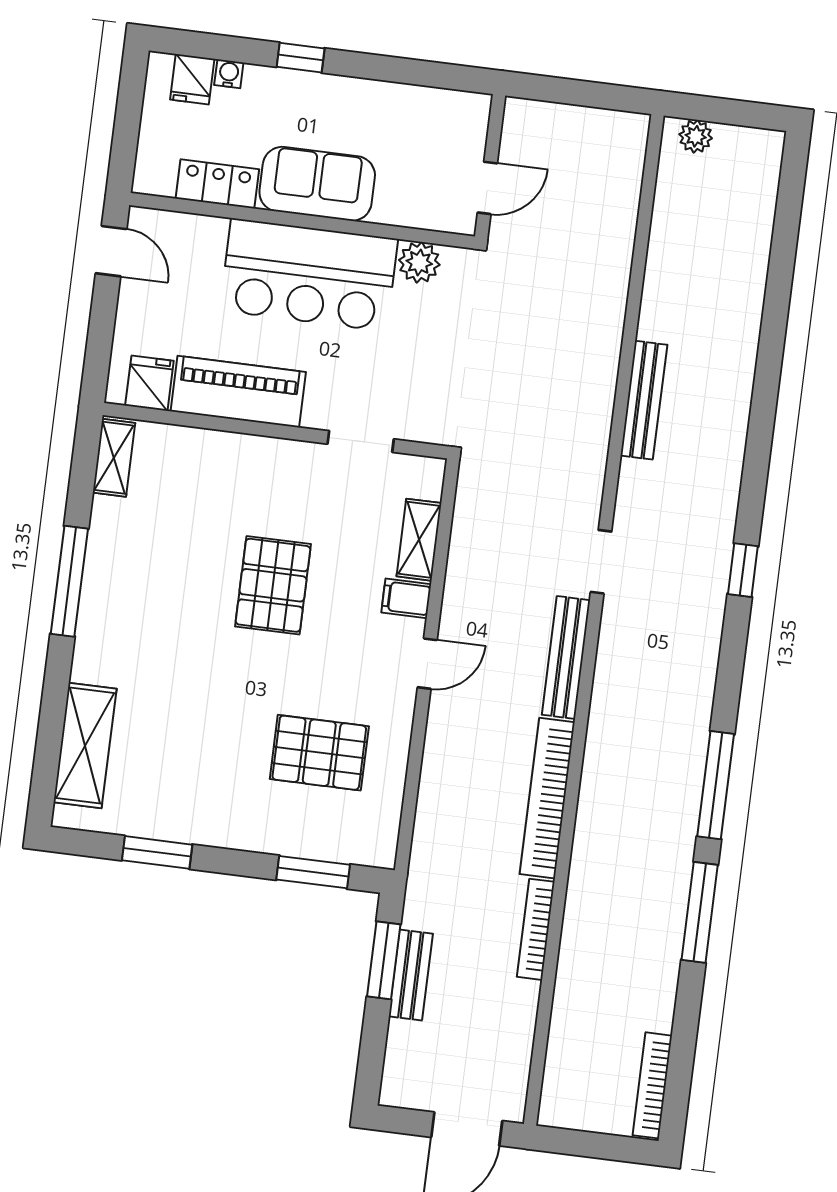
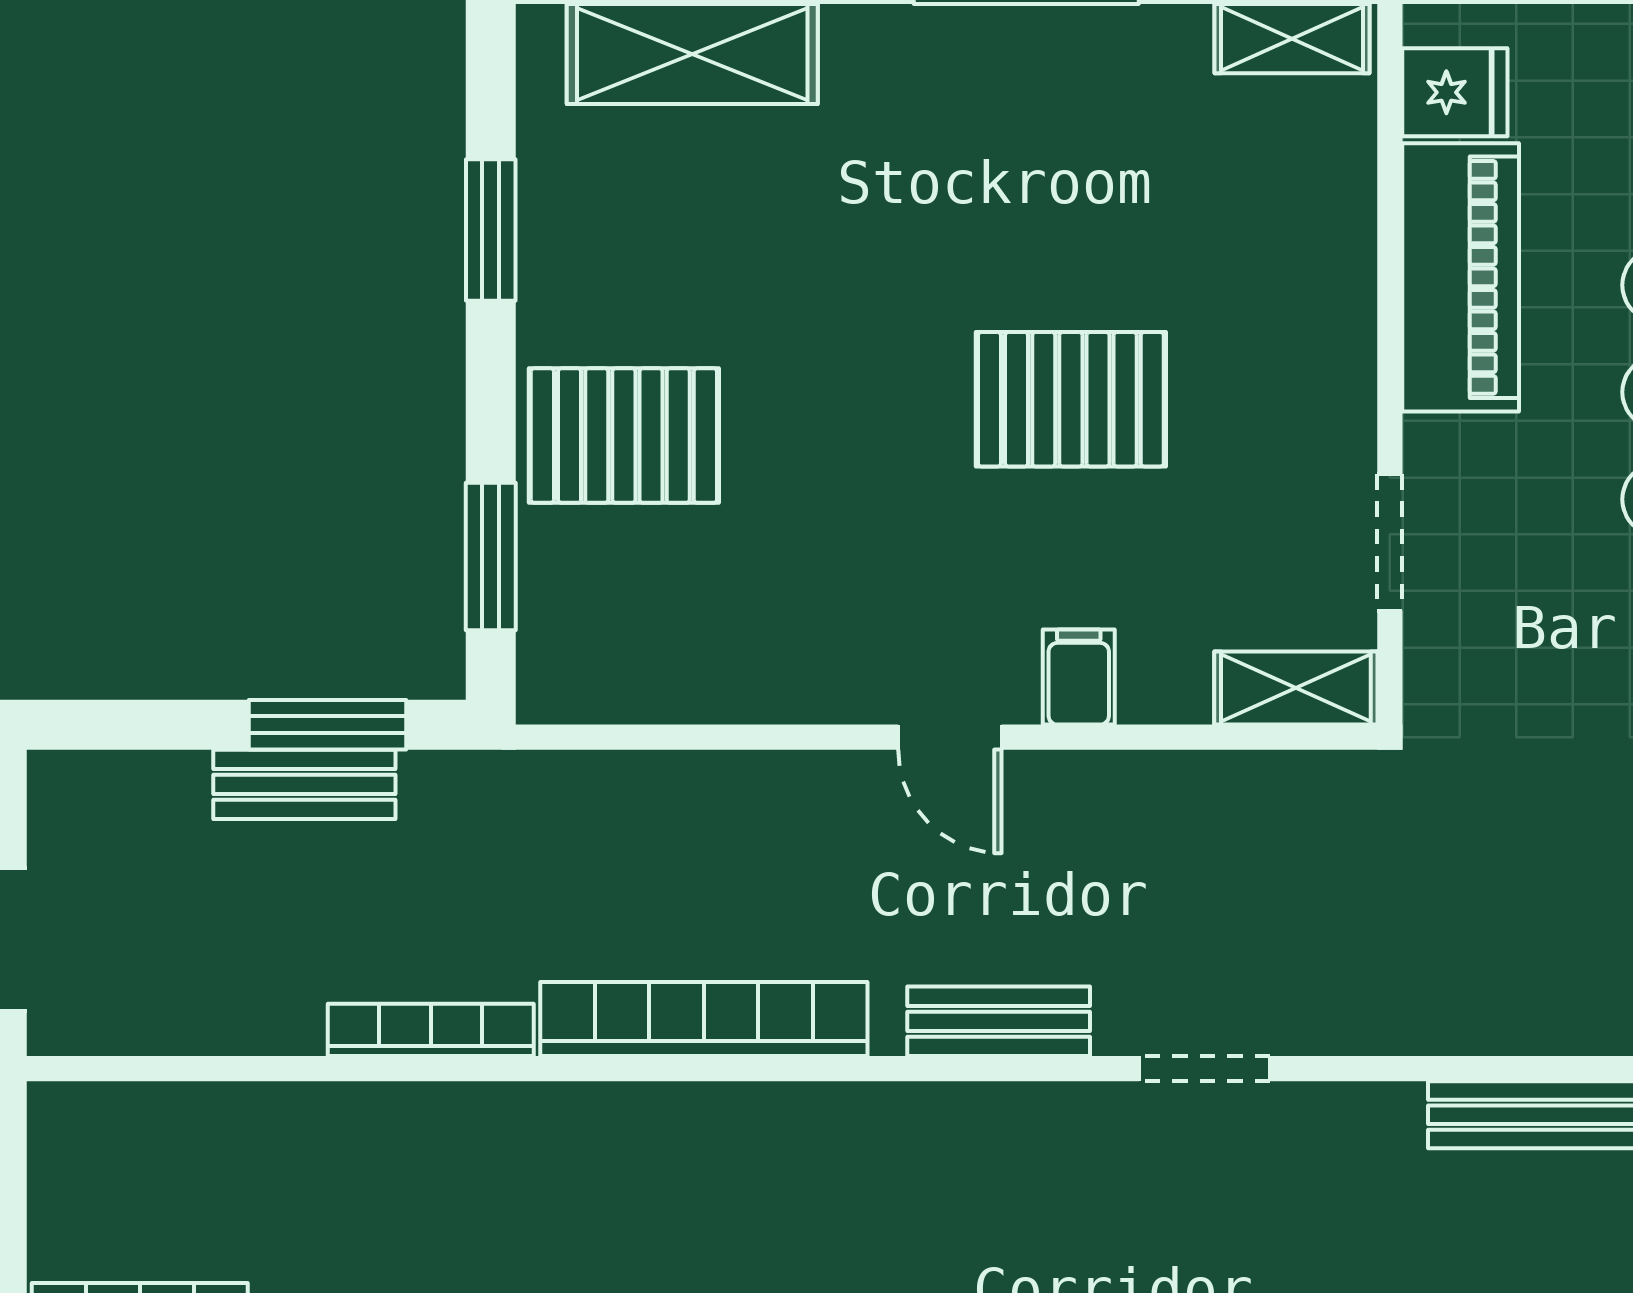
shelving: (419, 540) -> (1296, 688), moved
bench: (566, 657) -> (999, 1021), width x0.73
pallet: (319, 753) -> (624, 436), moved, turned 90

